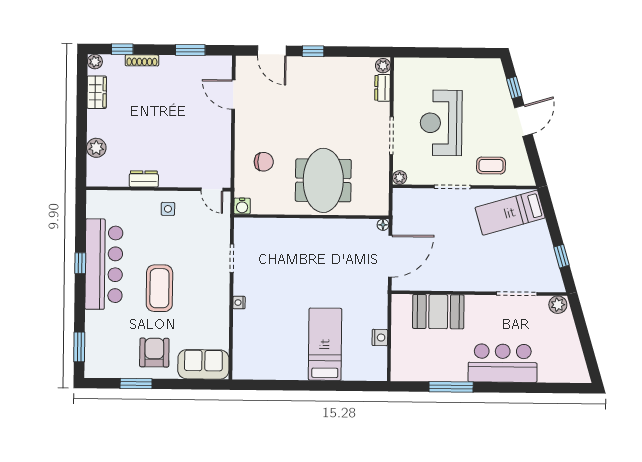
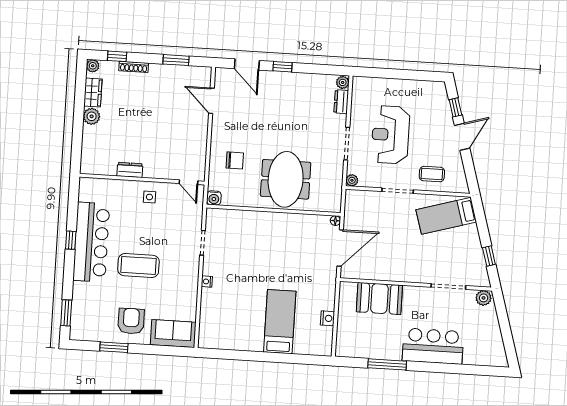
plant: (96, 148) -> (92, 116), moved
coffee table: (159, 288) -> (138, 265), turned 90

